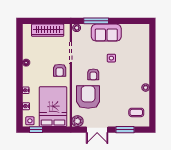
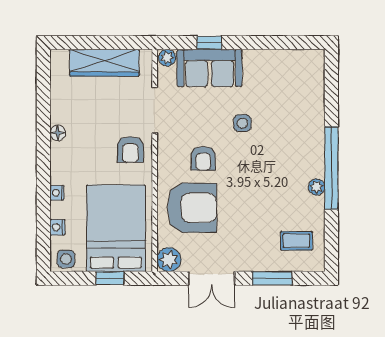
window: (96, 21) -> (209, 43), width x0.46
sofa: (106, 33) -> (210, 68), moved
window: (152, 79) -> (331, 168), added
armchair: (88, 97) -> (192, 208), turned 90
window: (36, 130) -> (110, 278), moved

